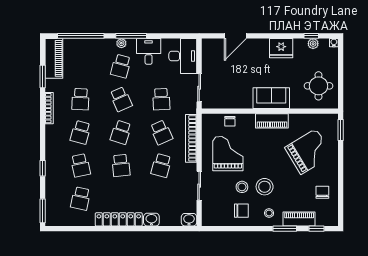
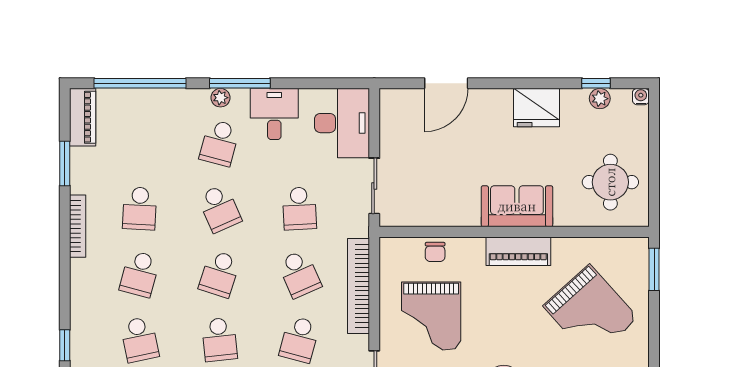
piano: (54, 58) -> (83, 117), width x0.73, depth x0.75
grand piano: (308, 152) -> (591, 312), turned 79
grand piano: (228, 154) -> (431, 316), turned 180

